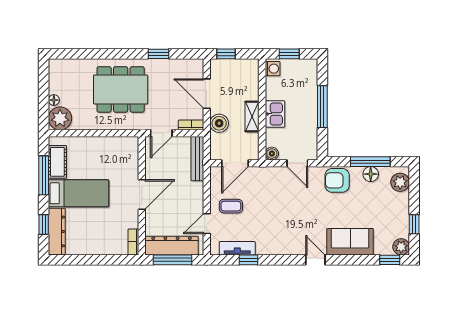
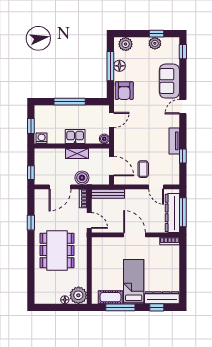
plant: (401, 247) -> (155, 43), moved
tv unit: (237, 248) -> (174, 141), moved

